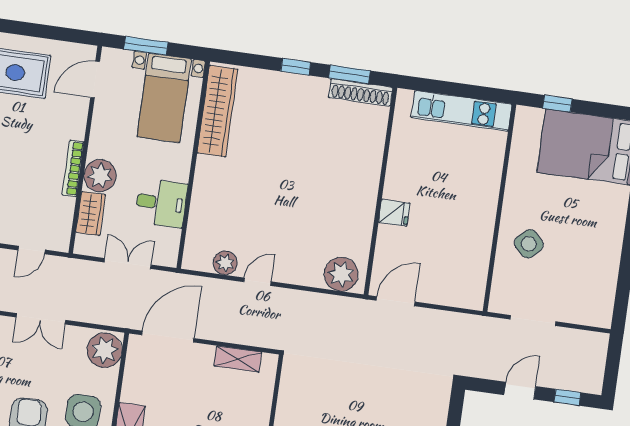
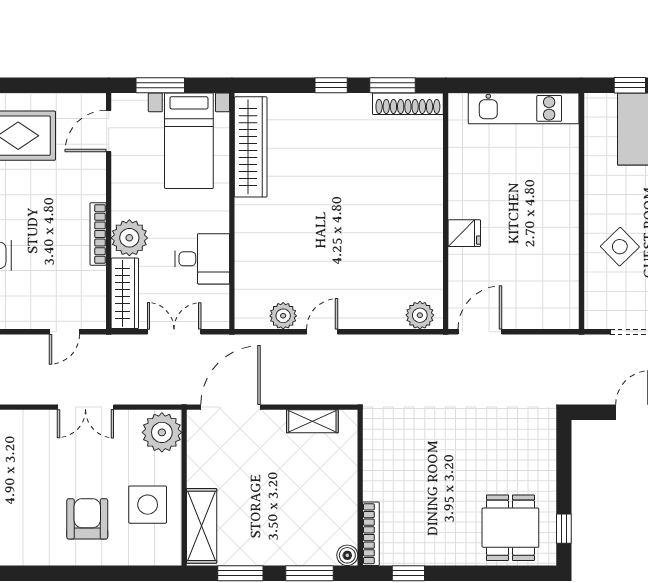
wardrobe: (91, 213) -> (125, 293), width x1.50
plant: (341, 274) -> (420, 315), width x0.73, depth x0.73

